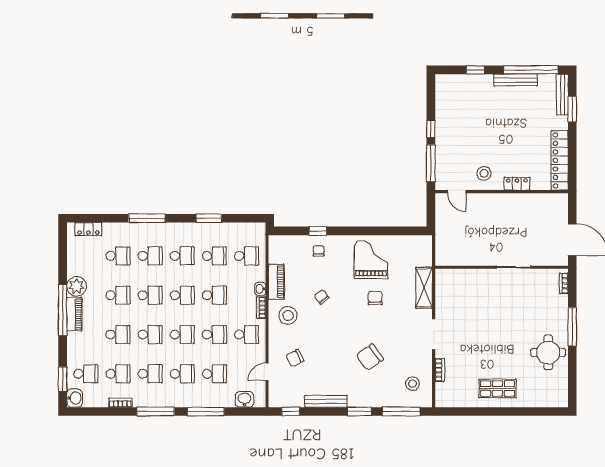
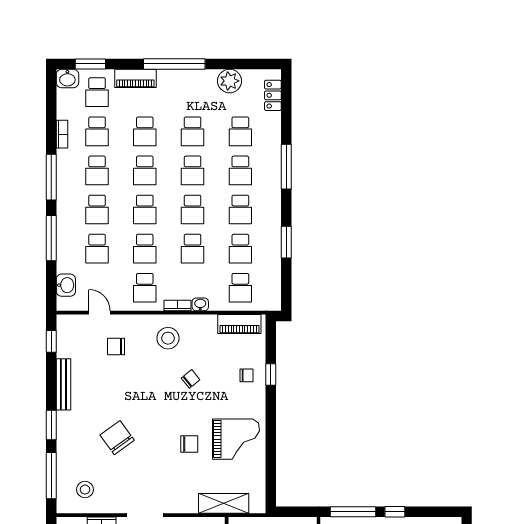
piano: (276, 282) -> (239, 324), moved
plant: (77, 286) -> (230, 81), moved
shelving: (424, 288) -> (224, 503), moved
piano: (74, 314) -> (135, 78), moved
chair: (295, 358) -> (116, 346), turned -63

